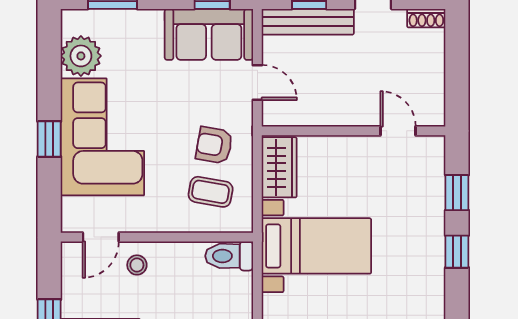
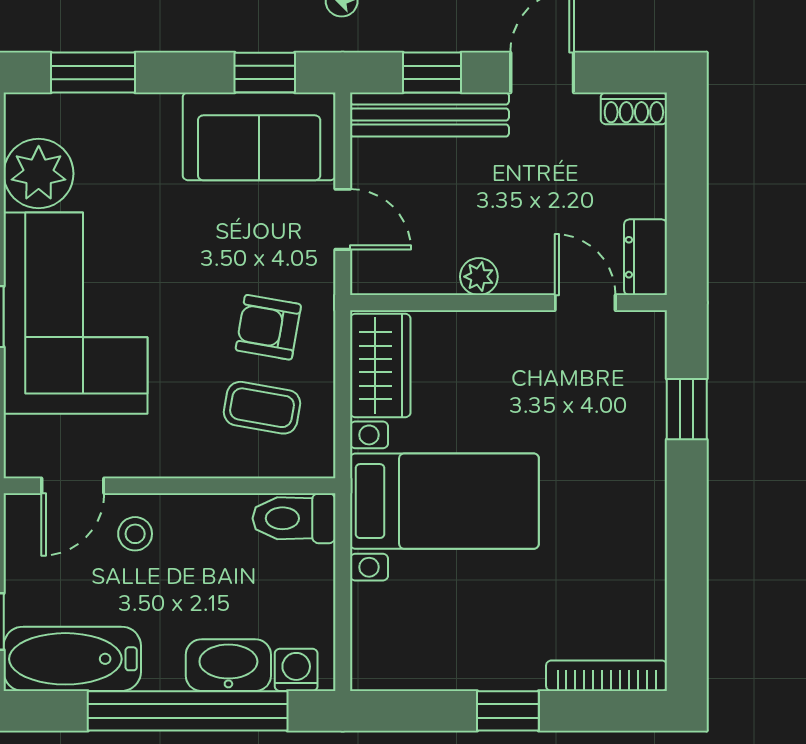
dresser: (433, 105) -> (646, 257), added
plant: (336, 116) -> (479, 277), added
window: (457, 252) -> (687, 511), removed

